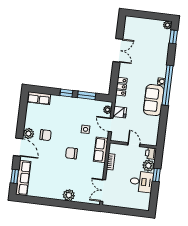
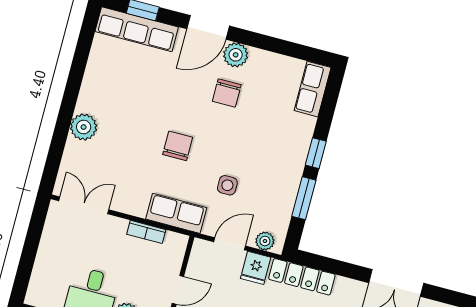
locker: (121, 87) -> (302, 277), width x1.53

